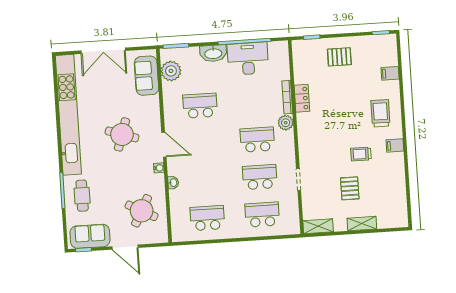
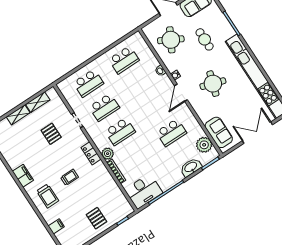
washbasin: (213, 53) -> (191, 167), moved
pallet: (339, 57) -> (96, 218), turned 90
desk: (248, 59) -> (144, 191), moved
locker: (302, 98) -> (91, 153), moved
door: (164, 145) -> (181, 93), hinge flipped
filing cabinet: (395, 145) -> (23, 176), width x2.00
trolley: (361, 154) -> (69, 177), moved
pallet: (350, 188) -> (51, 134), moved
cafe table: (82, 196) -> (205, 39), moved
shelving: (318, 226) -> (38, 102), moved

